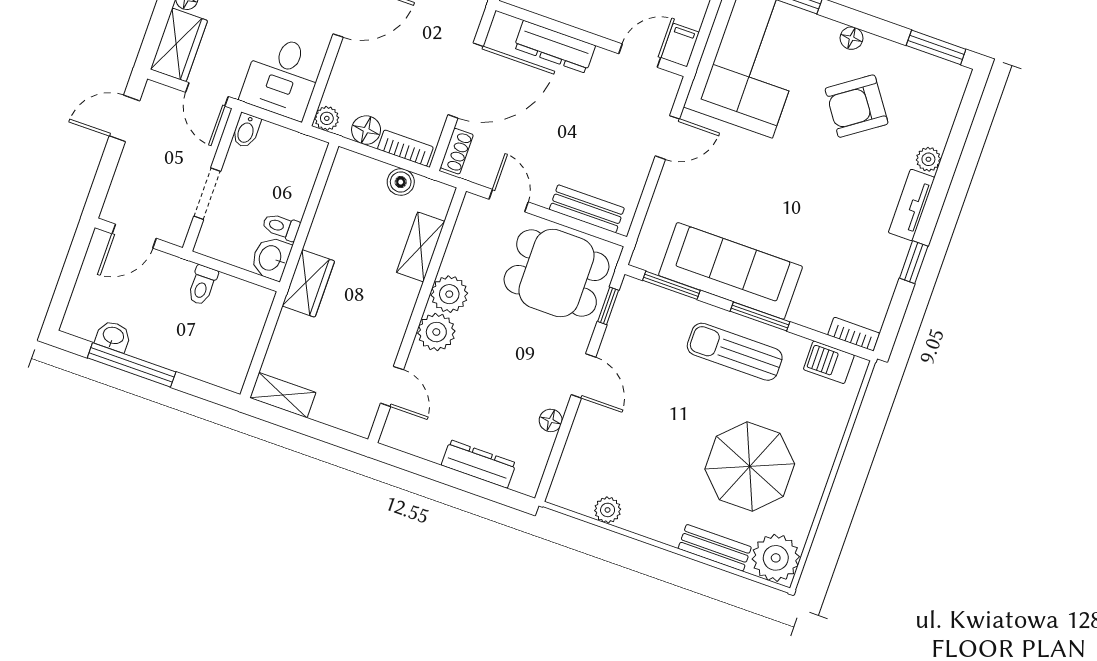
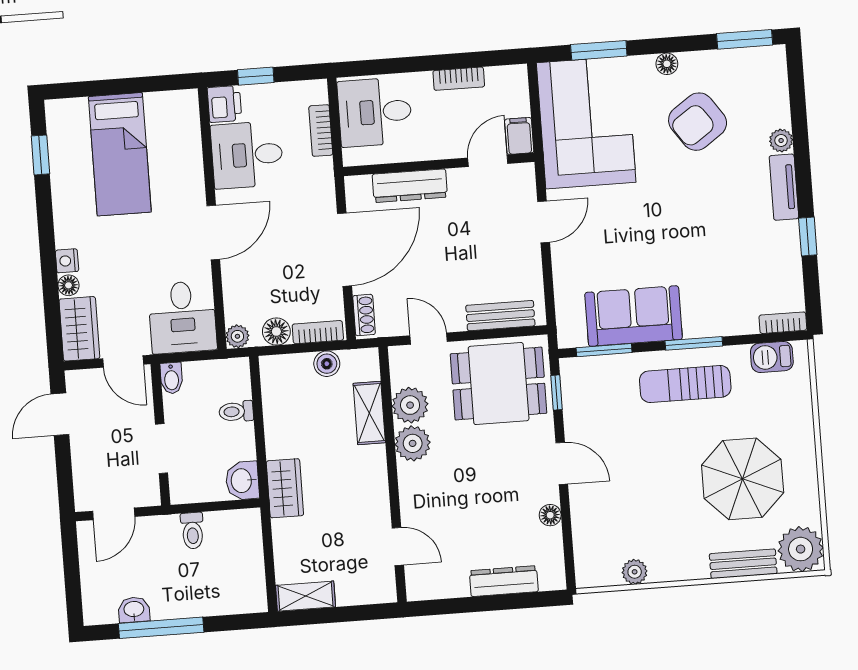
toilet: (281, 227) -> (236, 411), moved
sofa: (730, 271) -> (634, 316), width x0.73
plant: (436, 332) -> (410, 405), moved

